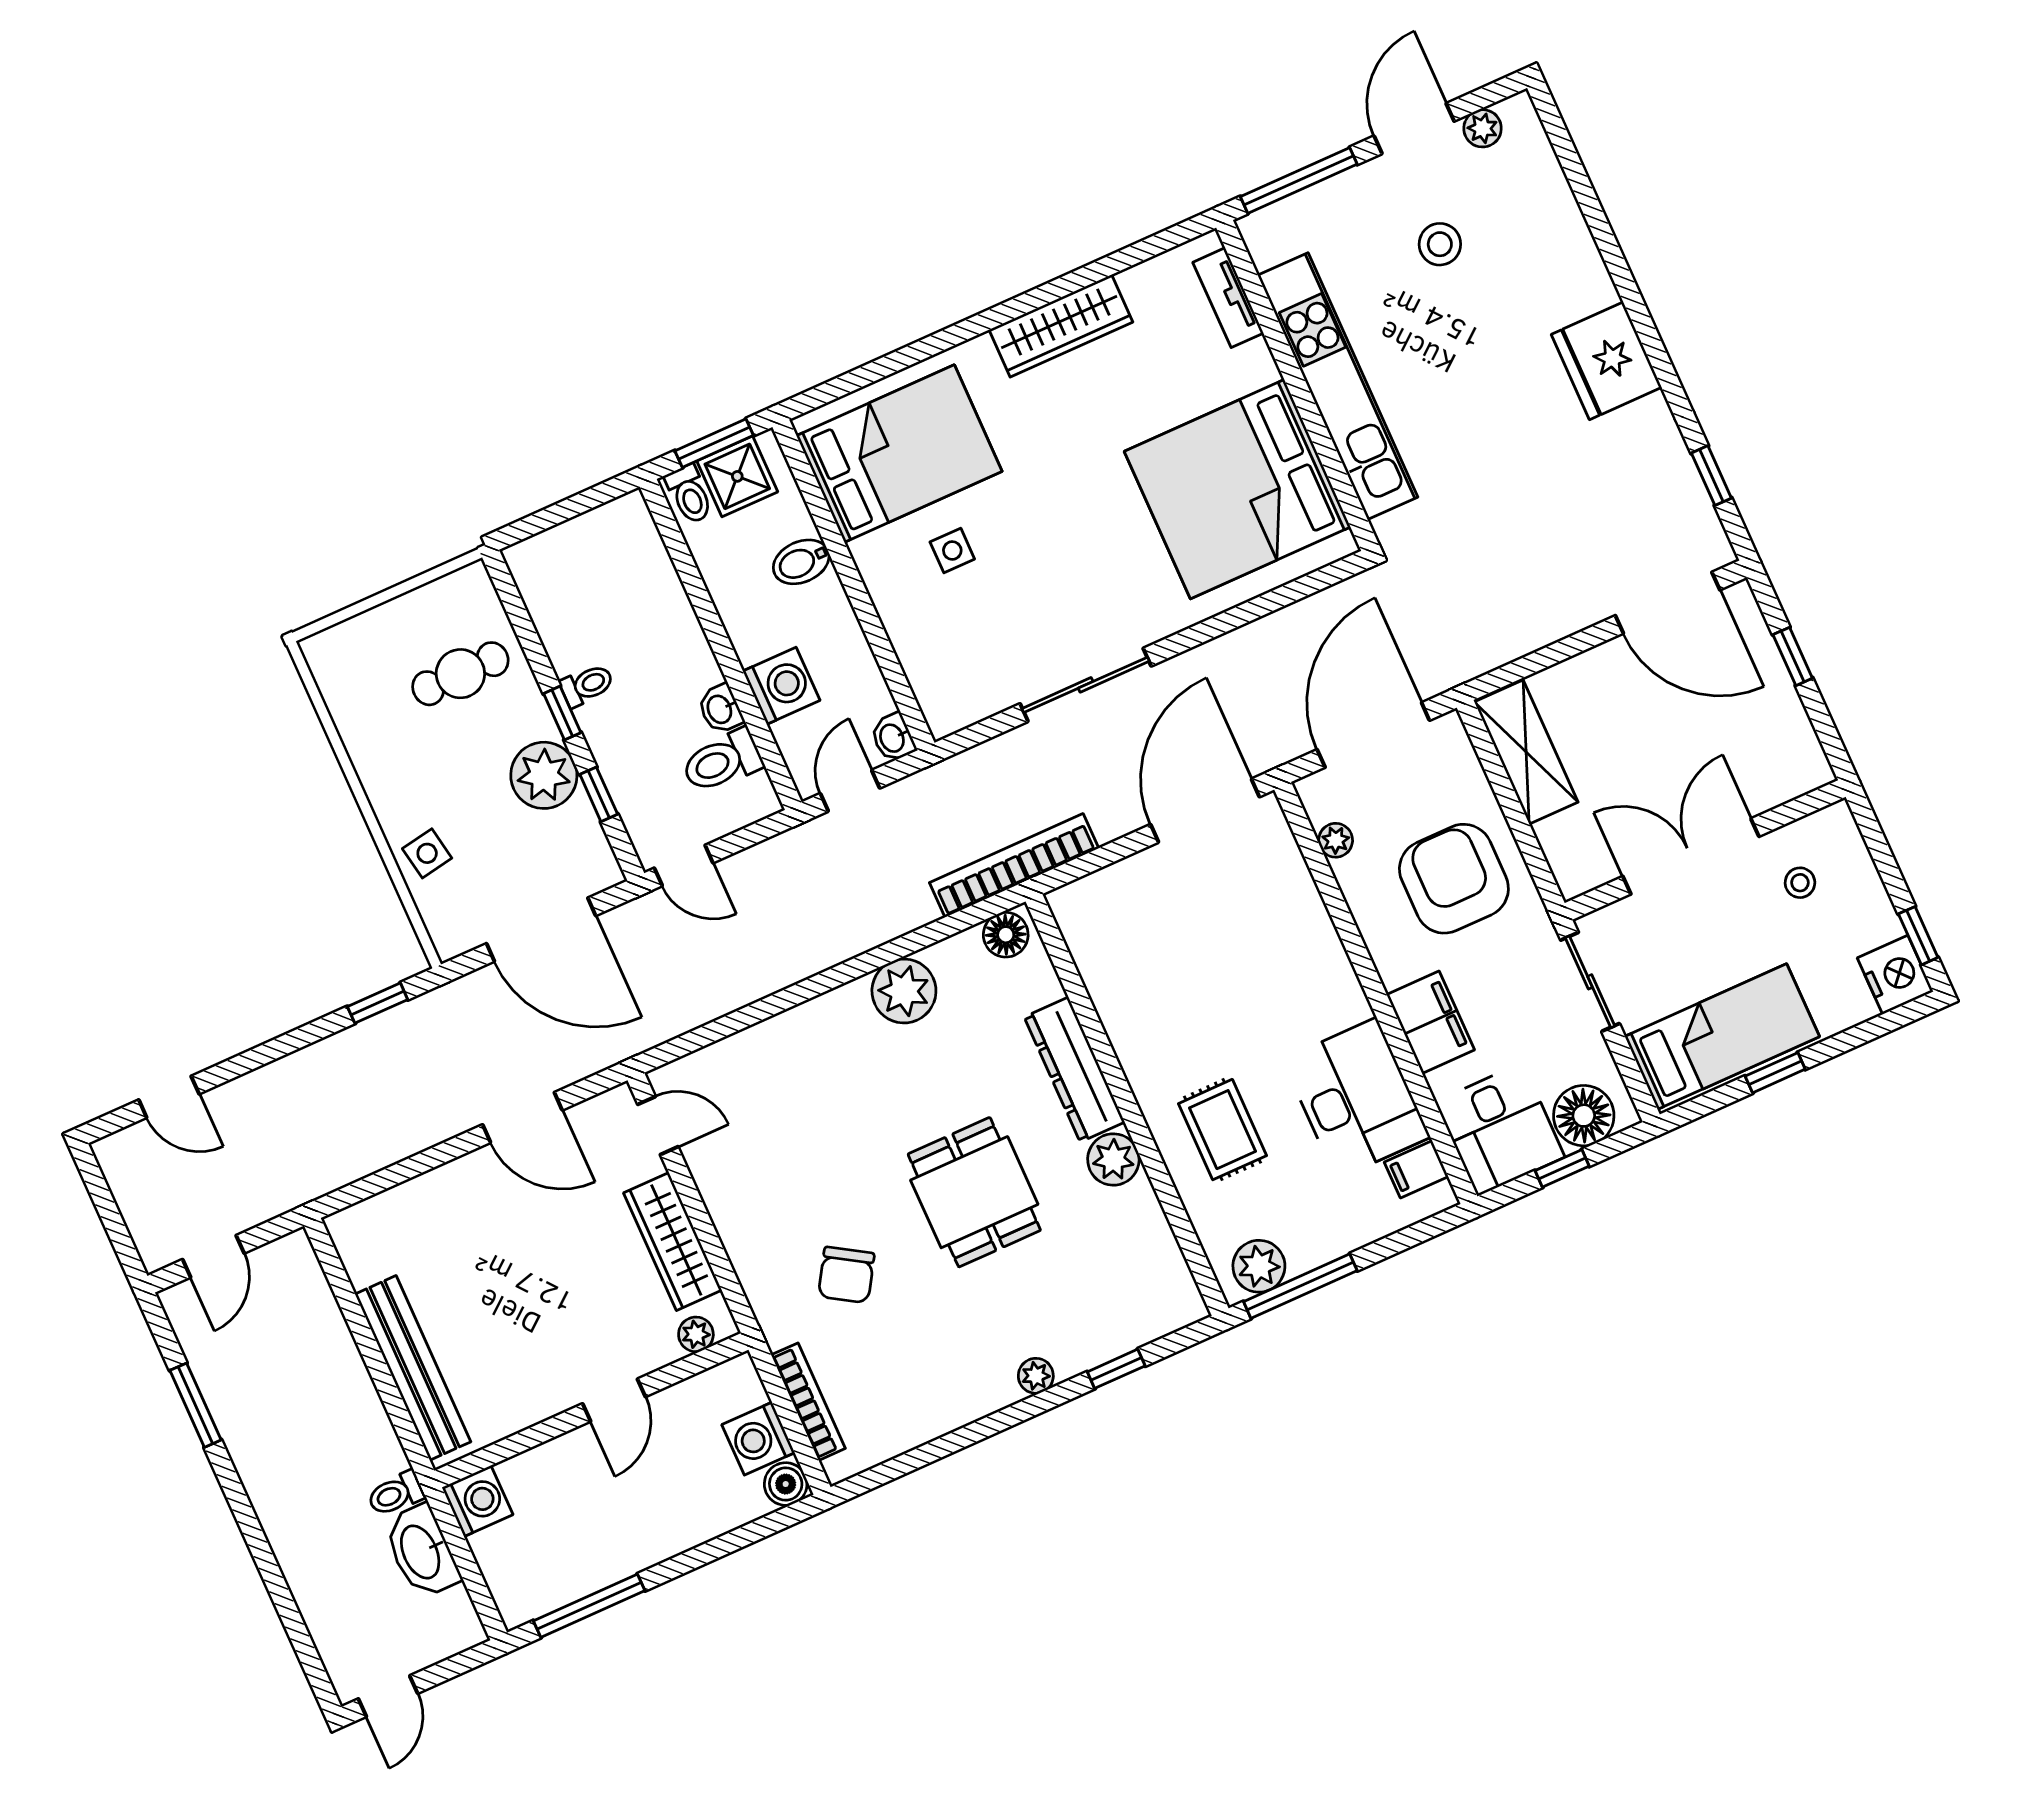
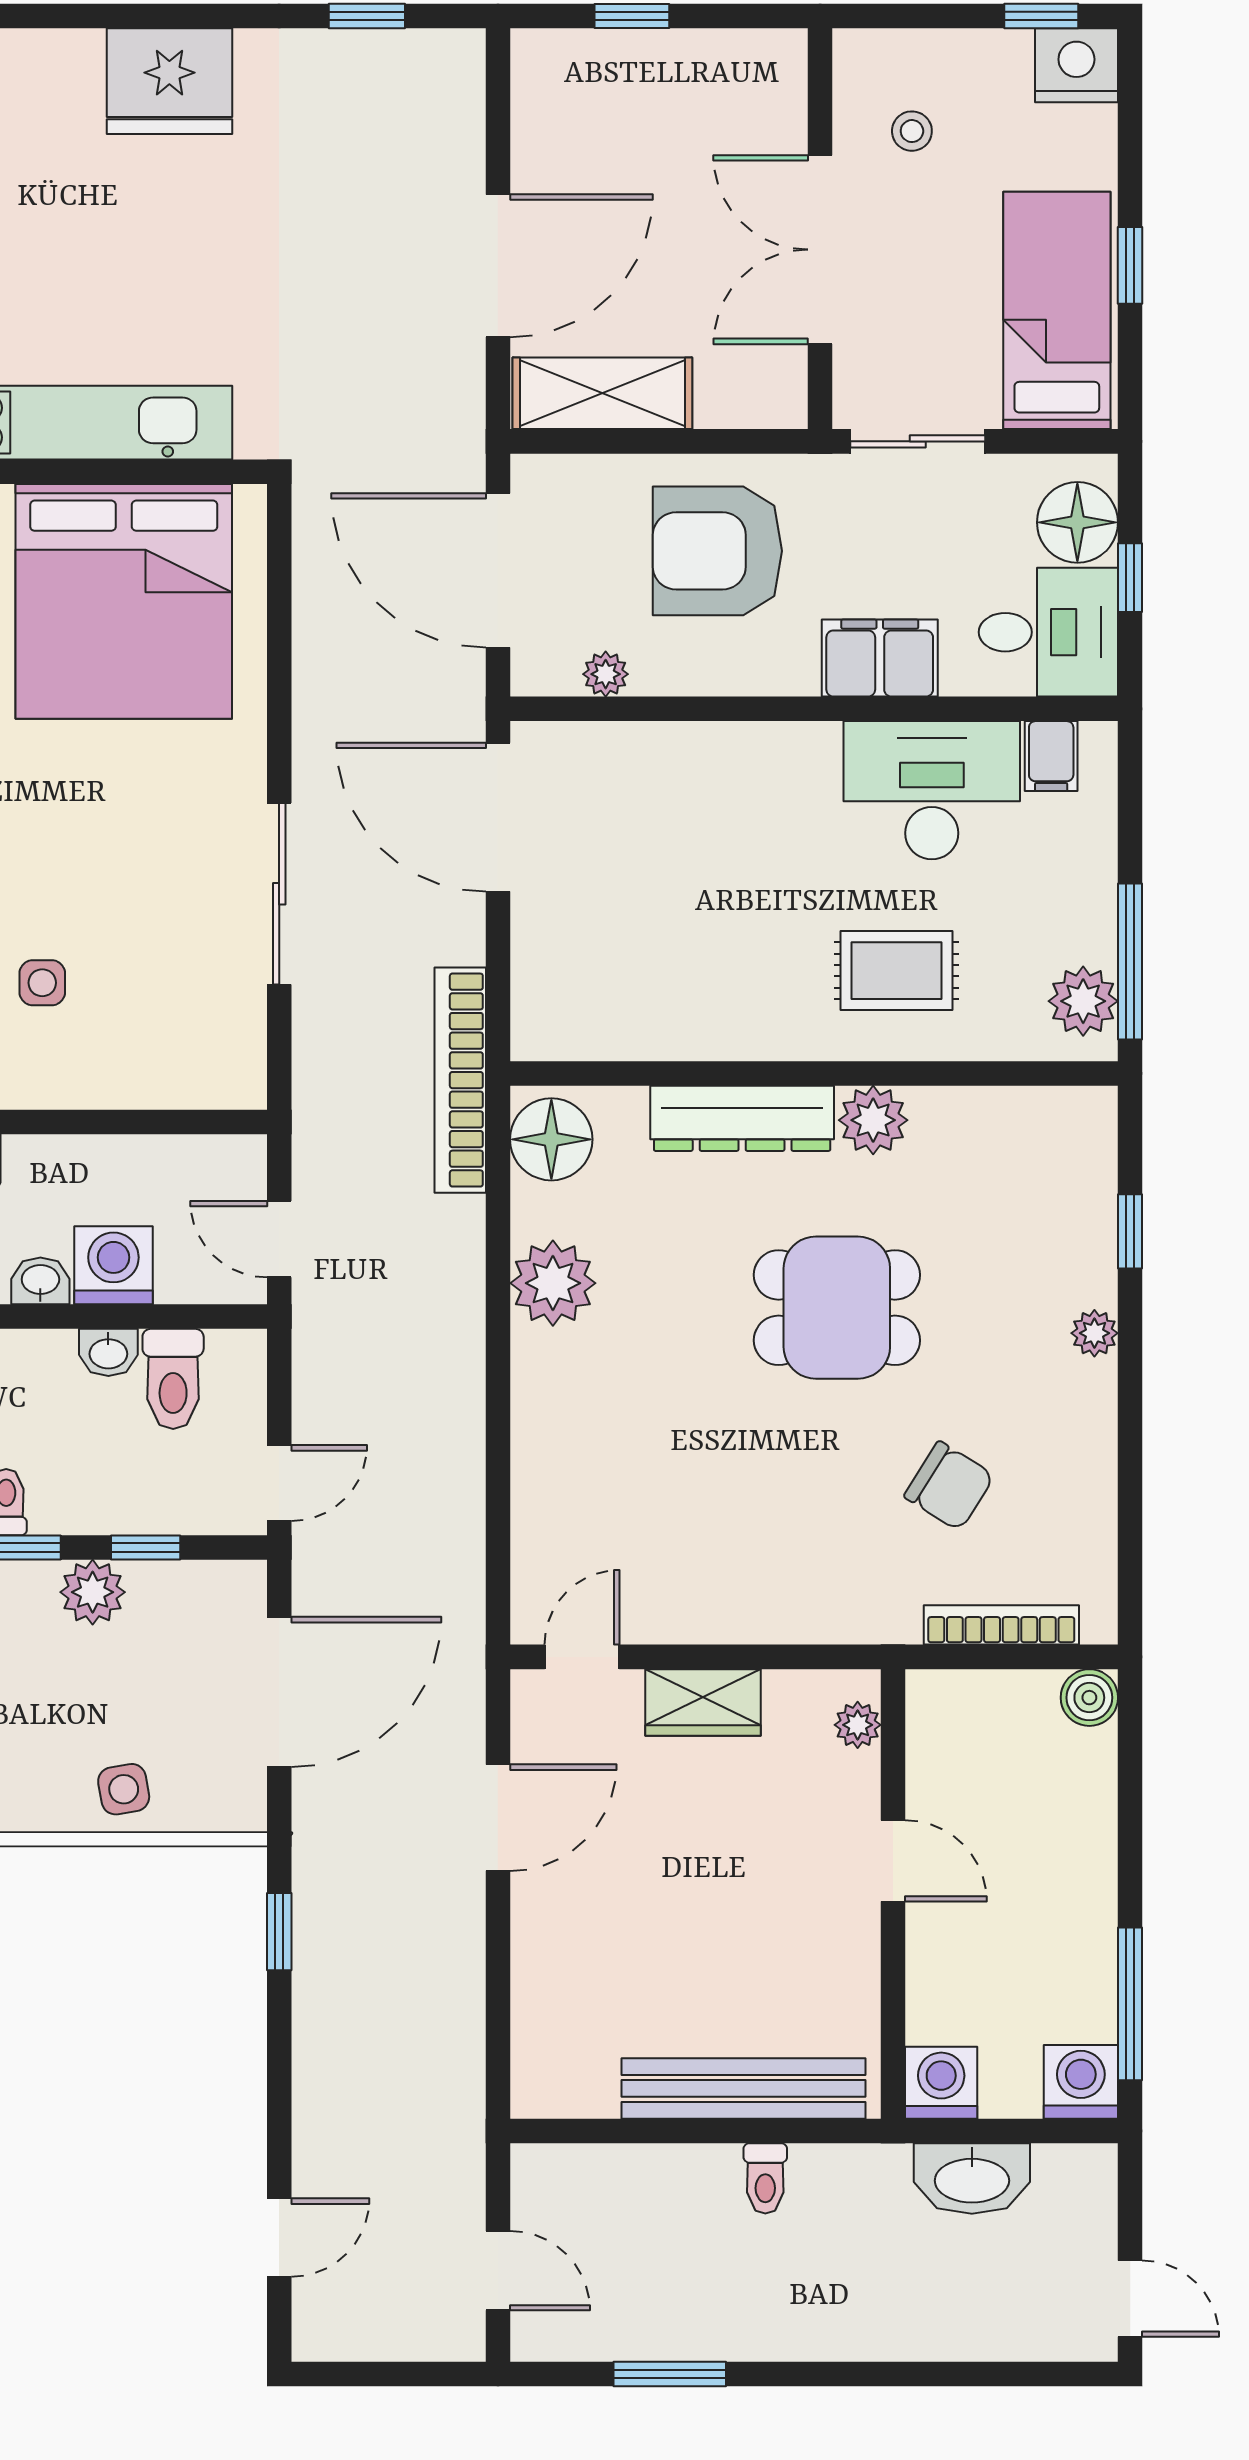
door: (1668, 603) -> (498, 266), moved
washbasin: (893, 738) -> (40, 1281), moved, turned 180
plant: (544, 775) -> (93, 1592), width x0.73, depth x0.73
floor lamp: (1006, 935) -> (551, 1139), width x1.38, depth x1.38
wardrobe: (673, 1242) -> (703, 1702), width x0.67
chair: (846, 1275) -> (949, 1486), moved
washing machine: (758, 1439) -> (1081, 2082), moved, turned 180
toilet: (396, 1494) -> (765, 2178), moved

